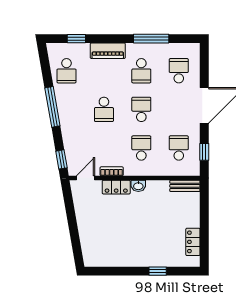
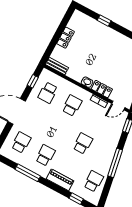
school desk: (179, 71) -> (21, 142), turned 180
school desk: (141, 109) -> (59, 130), removed
school desk: (141, 148) -> (72, 106), turned 180
locker: (193, 242) -> (66, 38), moved

